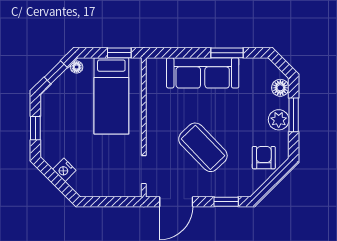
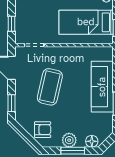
coffee table: (203, 147) -> (50, 87), turned -33
window: (113, 202) -> (12, 24), added

